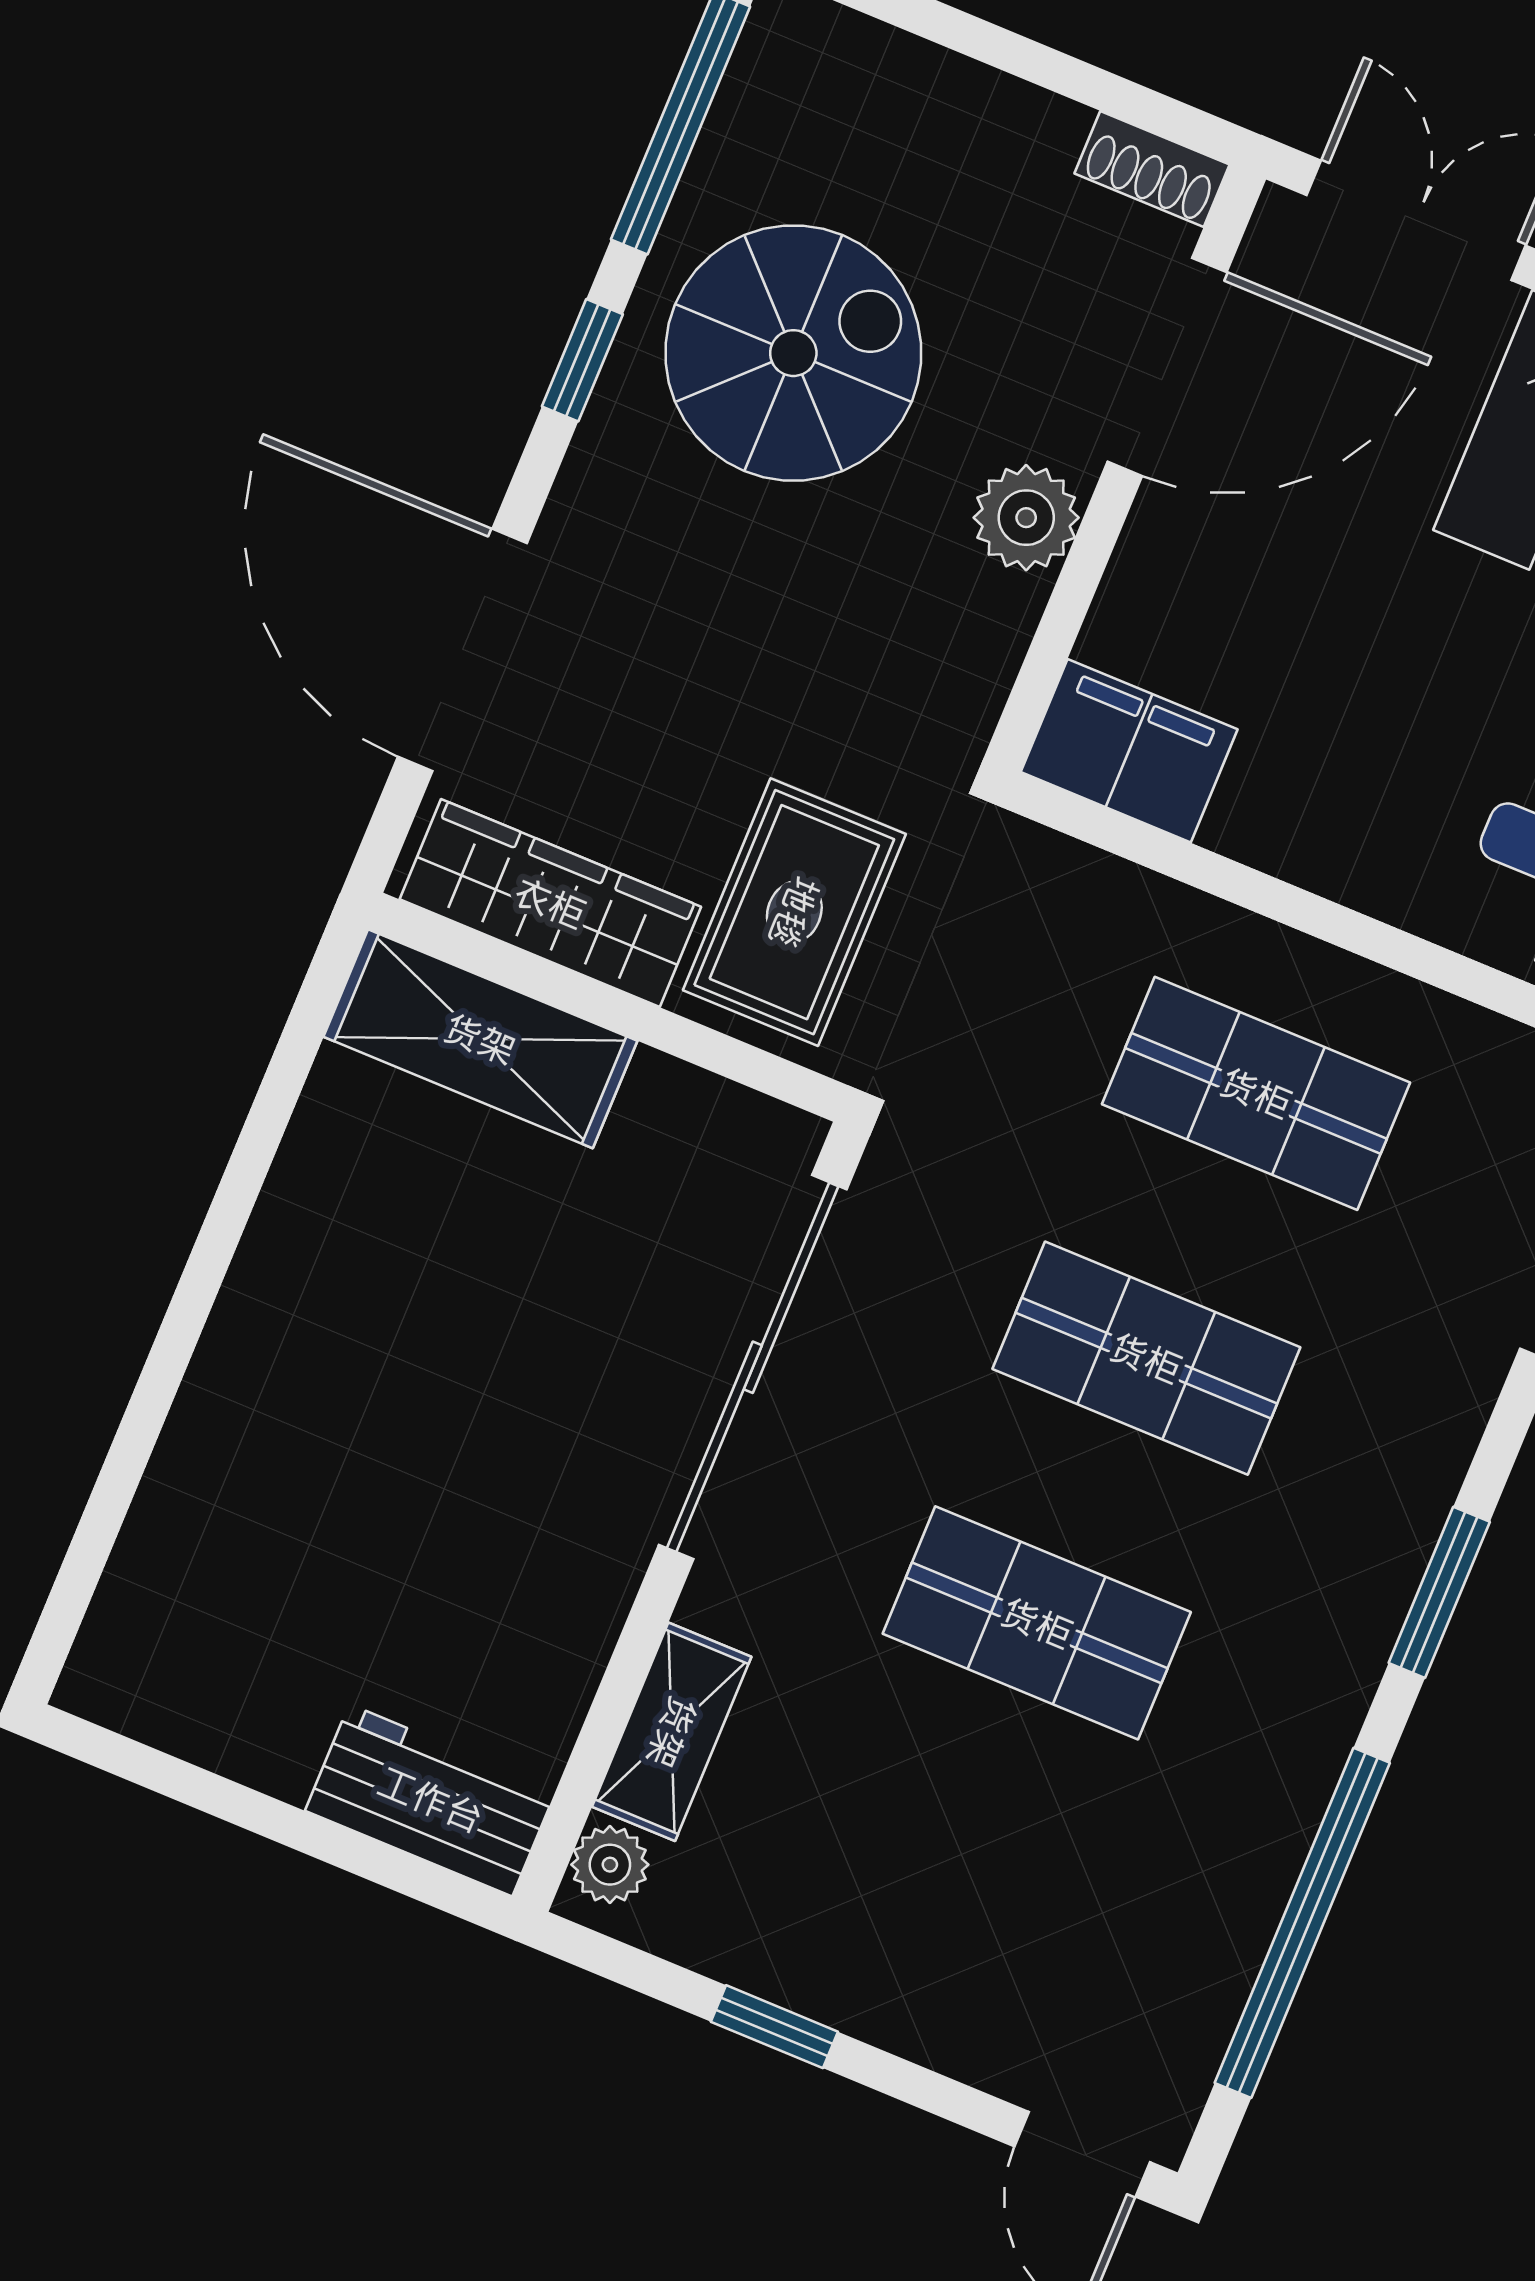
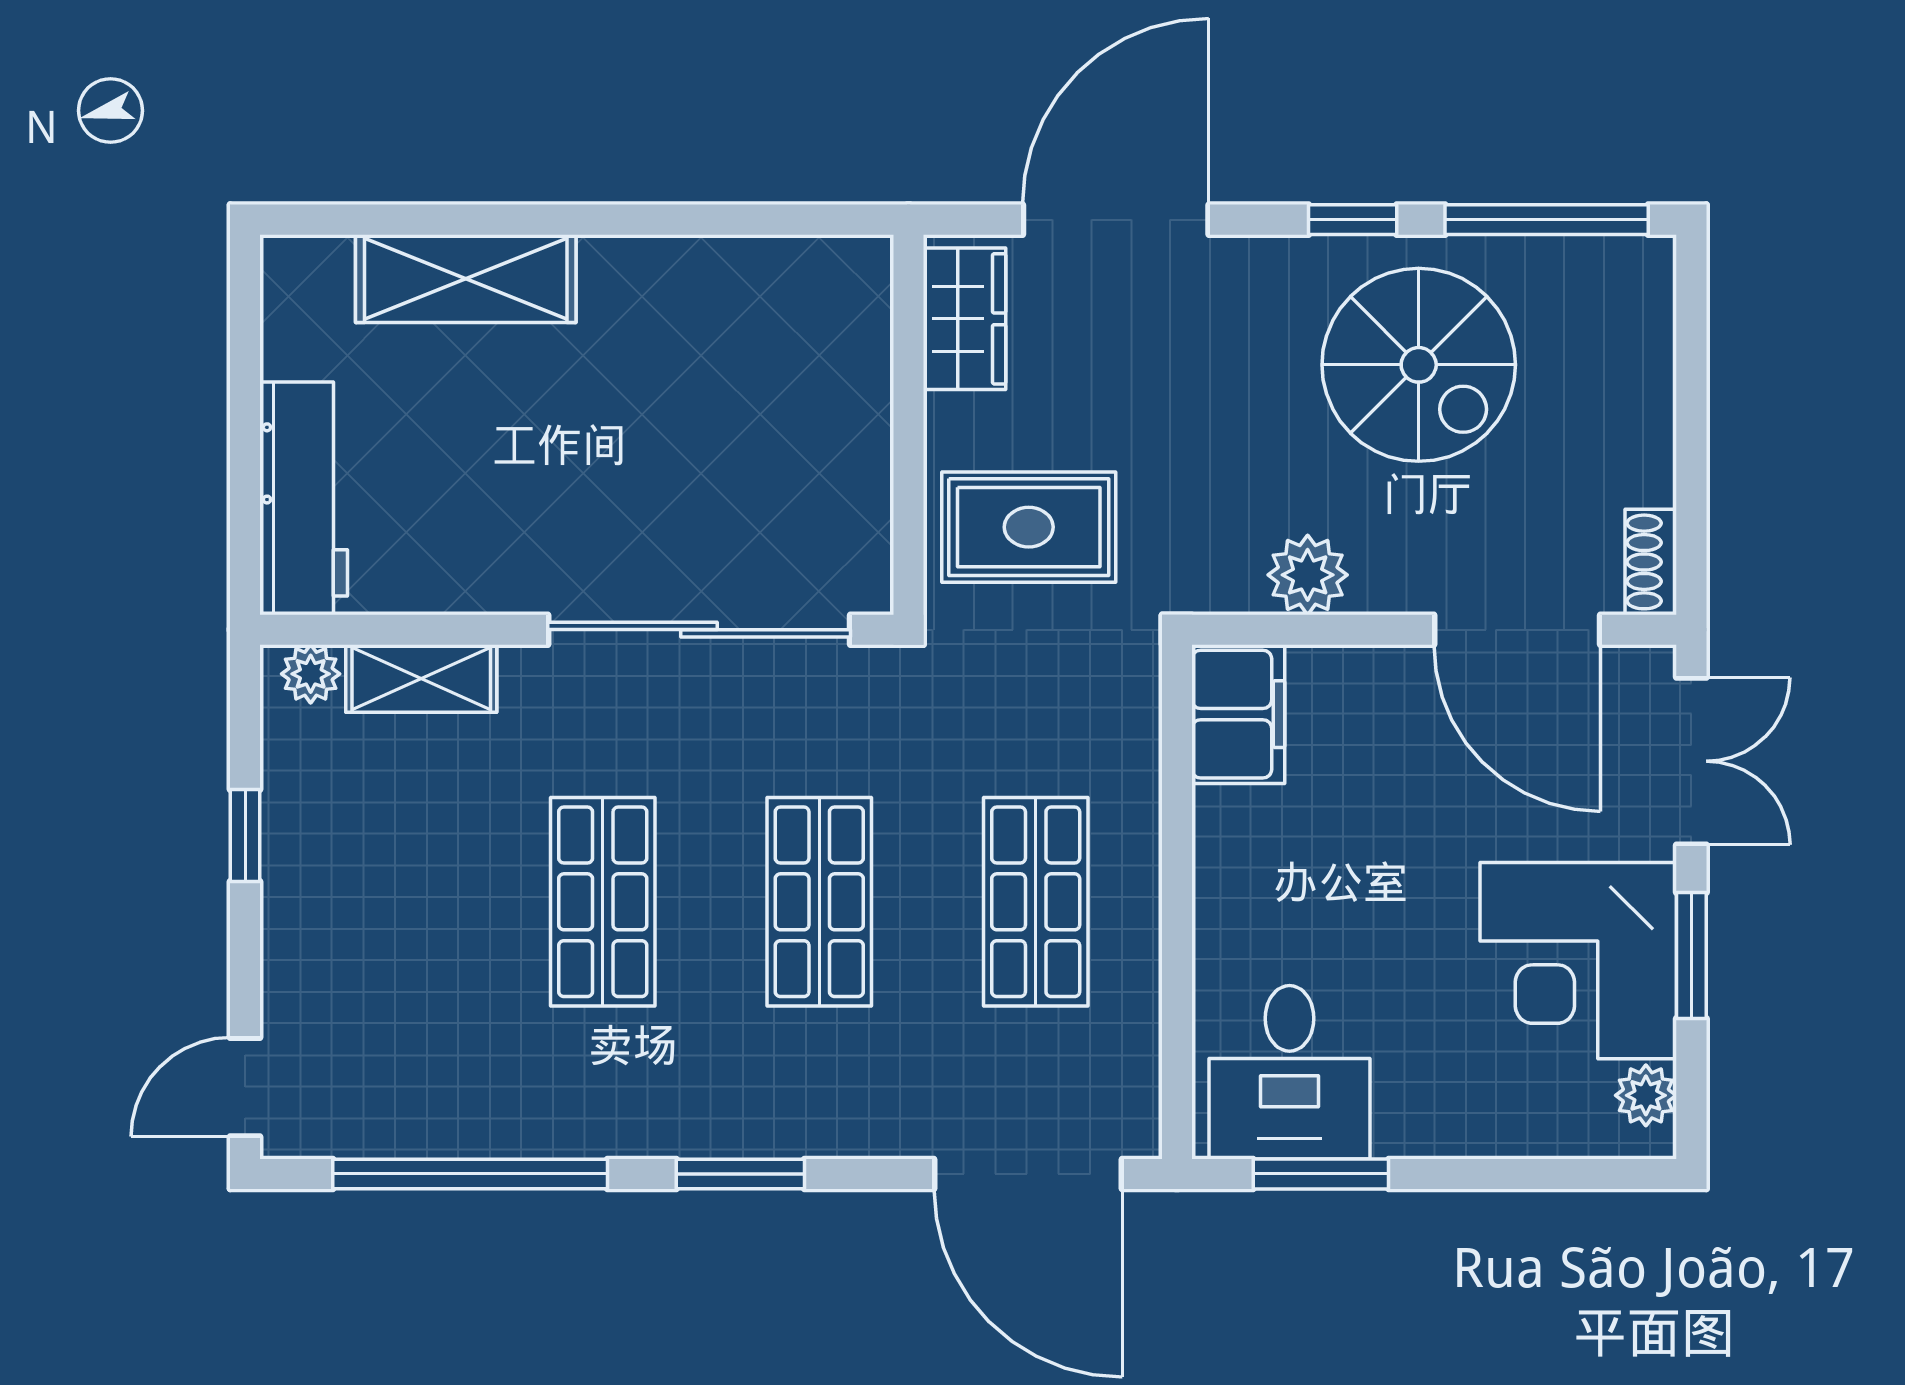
plant: (1026, 518) -> (1308, 575), moved
wardrobe: (550, 903) -> (965, 319), width x0.67
shelving: (480, 1039) -> (466, 279), moved, turned 90
workbench: (431, 1800) -> (304, 498), width x1.38

